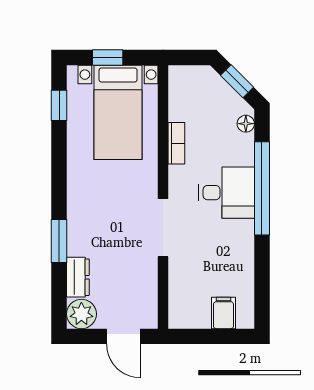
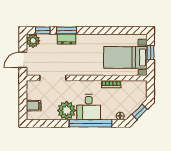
window: (59, 105) -> (43, 30), moved
doorway: (163, 228) -> (53, 78), moved
plant: (234, 241) -> (67, 111), added
dresser: (78, 277) -> (67, 39), moved

